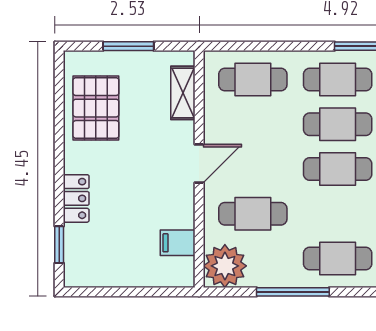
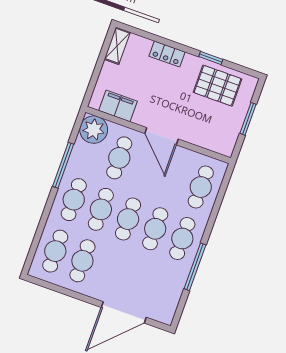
shelving: (183, 93) -> (117, 46), moved, turned 90
door: (199, 163) -> (161, 136), width x1.38
cafe table: (338, 214) -> (101, 209), added
filing cabinet: (178, 243) -> (118, 106), width x2.00
window: (59, 245) -> (211, 58), moved

